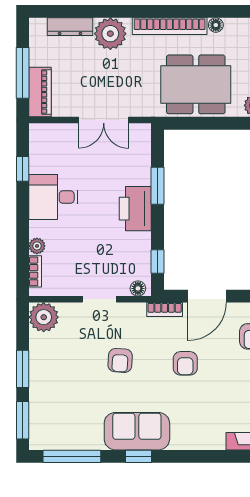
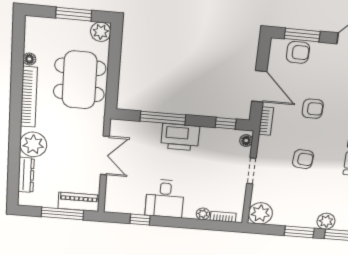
window: (158, 186) -> (163, 118), width x1.44
plant: (40, 400) -> (326, 221), added

